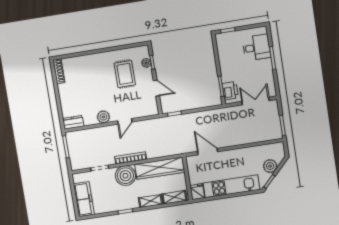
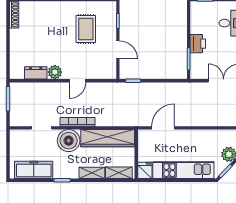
plant: (146, 63) -> (111, 21), removed
printer: (230, 91) -> (198, 44), moved
dresser: (73, 122) -> (36, 73), moved
door: (208, 152) -> (163, 128), hinge flipped
freezer: (84, 199) -> (34, 170), moved, turned -90

